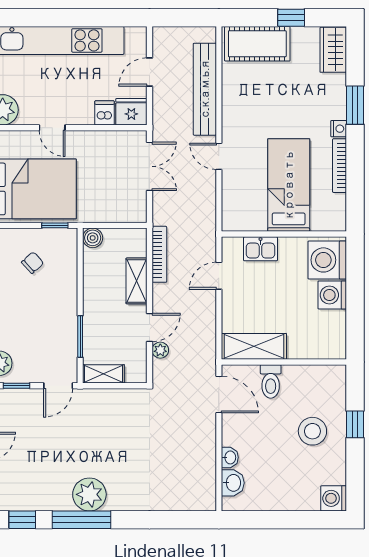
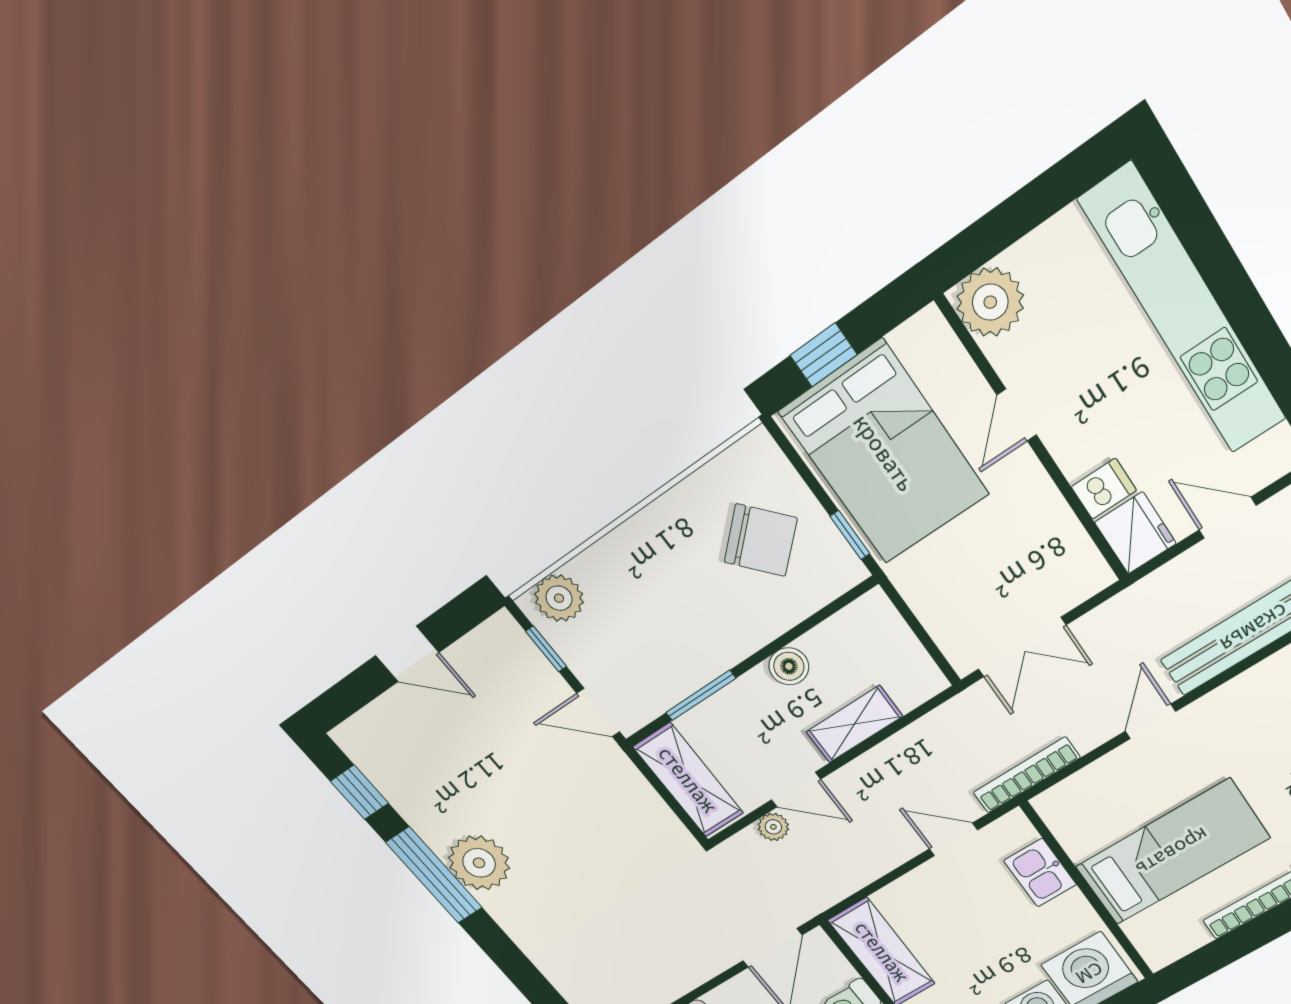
double door: (150, 166) -> (1022, 647), moved
boiler: (93, 238) -> (789, 666), moved
bookcase: (159, 254) -> (1027, 775), moved, turned 180
chair: (33, 263) -> (761, 540), width x1.87, depth x1.87
shelving: (103, 374) -> (688, 780), width x1.50, depth x1.33

